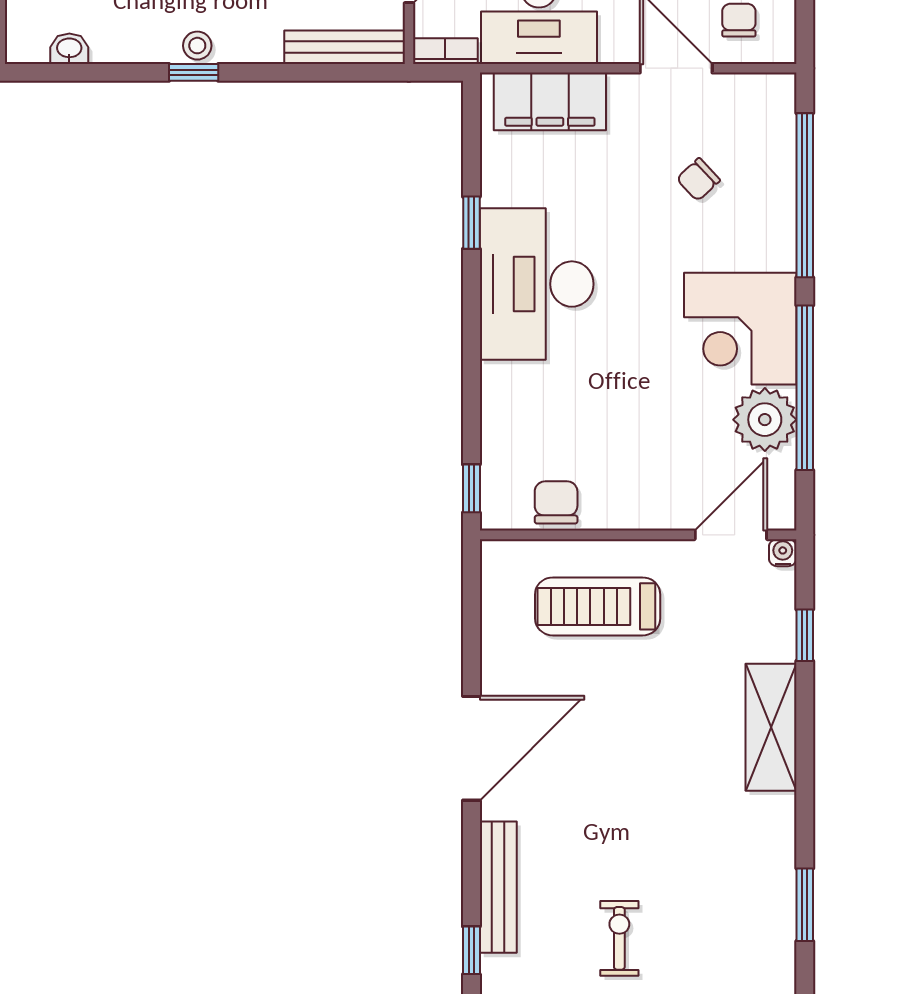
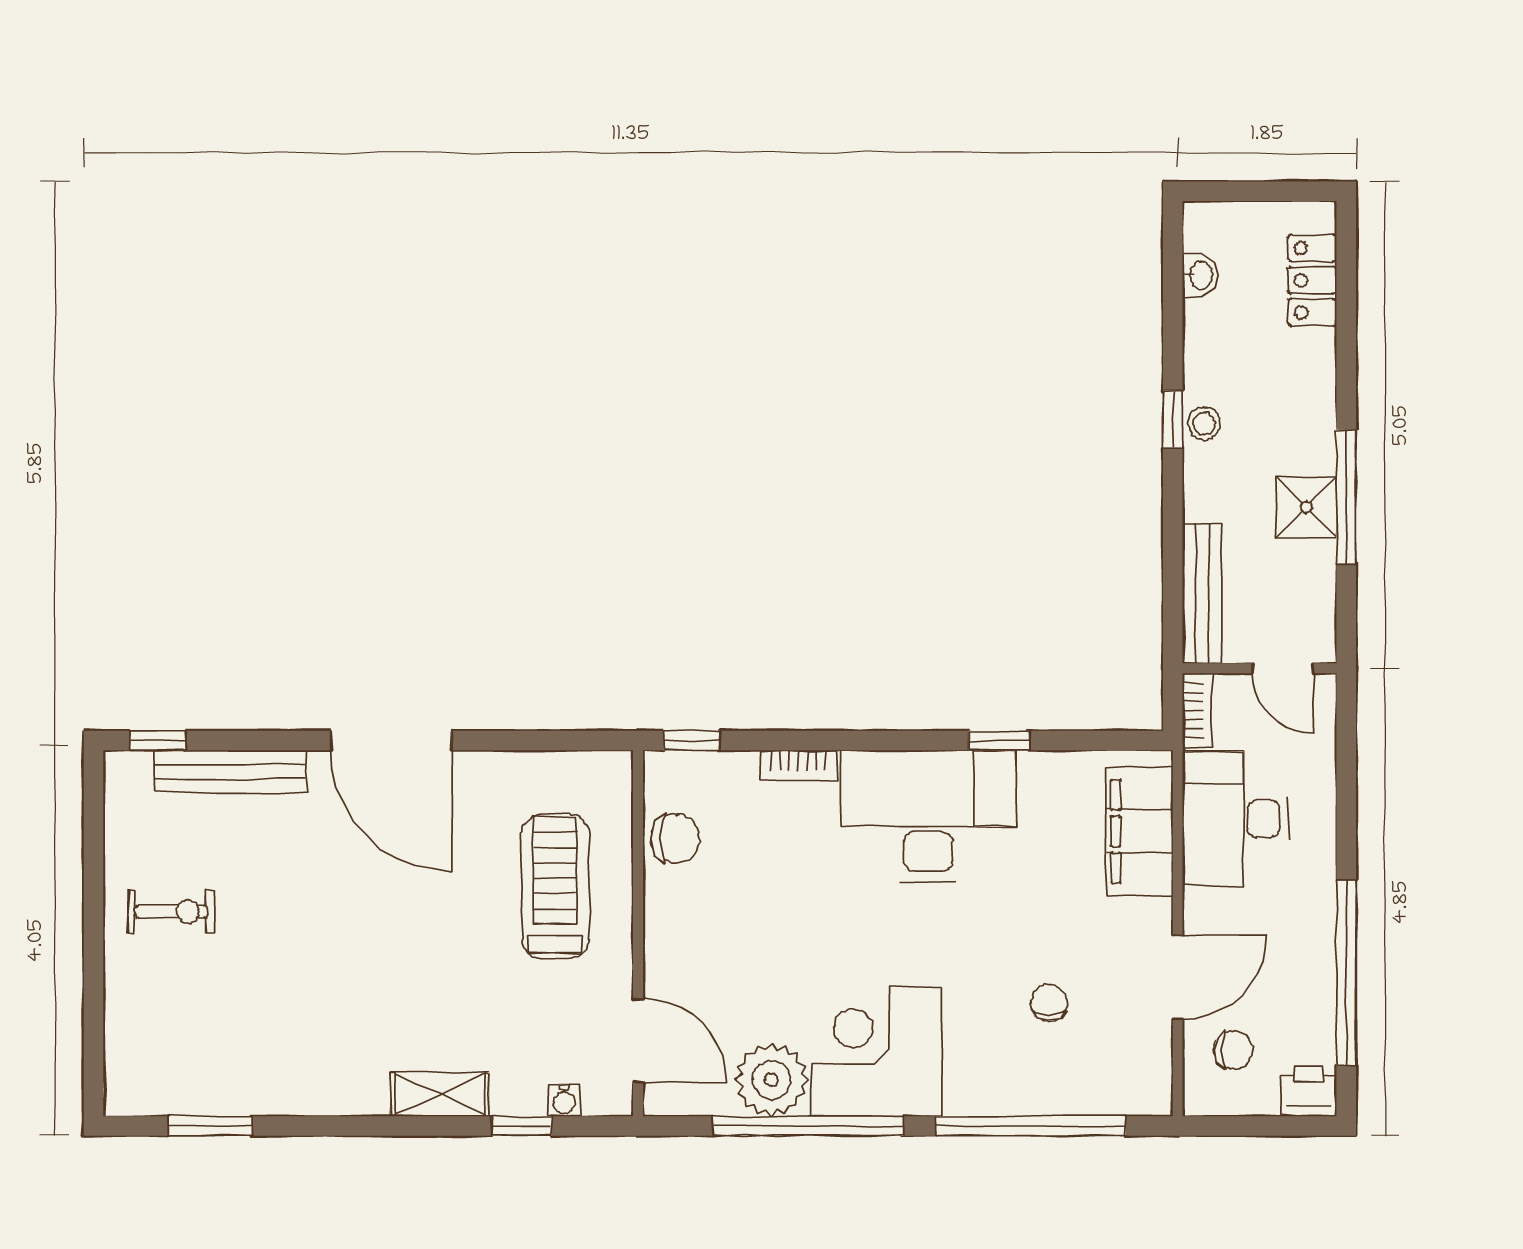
chair: (698, 179) -> (1049, 1003), turned 43
bookcase: (493, 396) -> (798, 765), added
water cooler: (783, 553) -> (564, 1101), moved, turned 90
shelving: (771, 727) -> (440, 1094), width x0.67, depth x0.75

